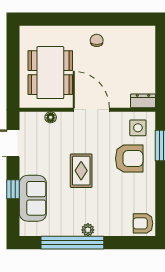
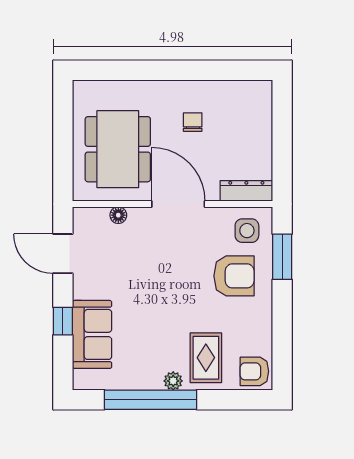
chair: (97, 40) -> (193, 122), moved
dresser: (143, 101) -> (246, 191), width x1.44
rug: (81, 171) -> (206, 358), moved

